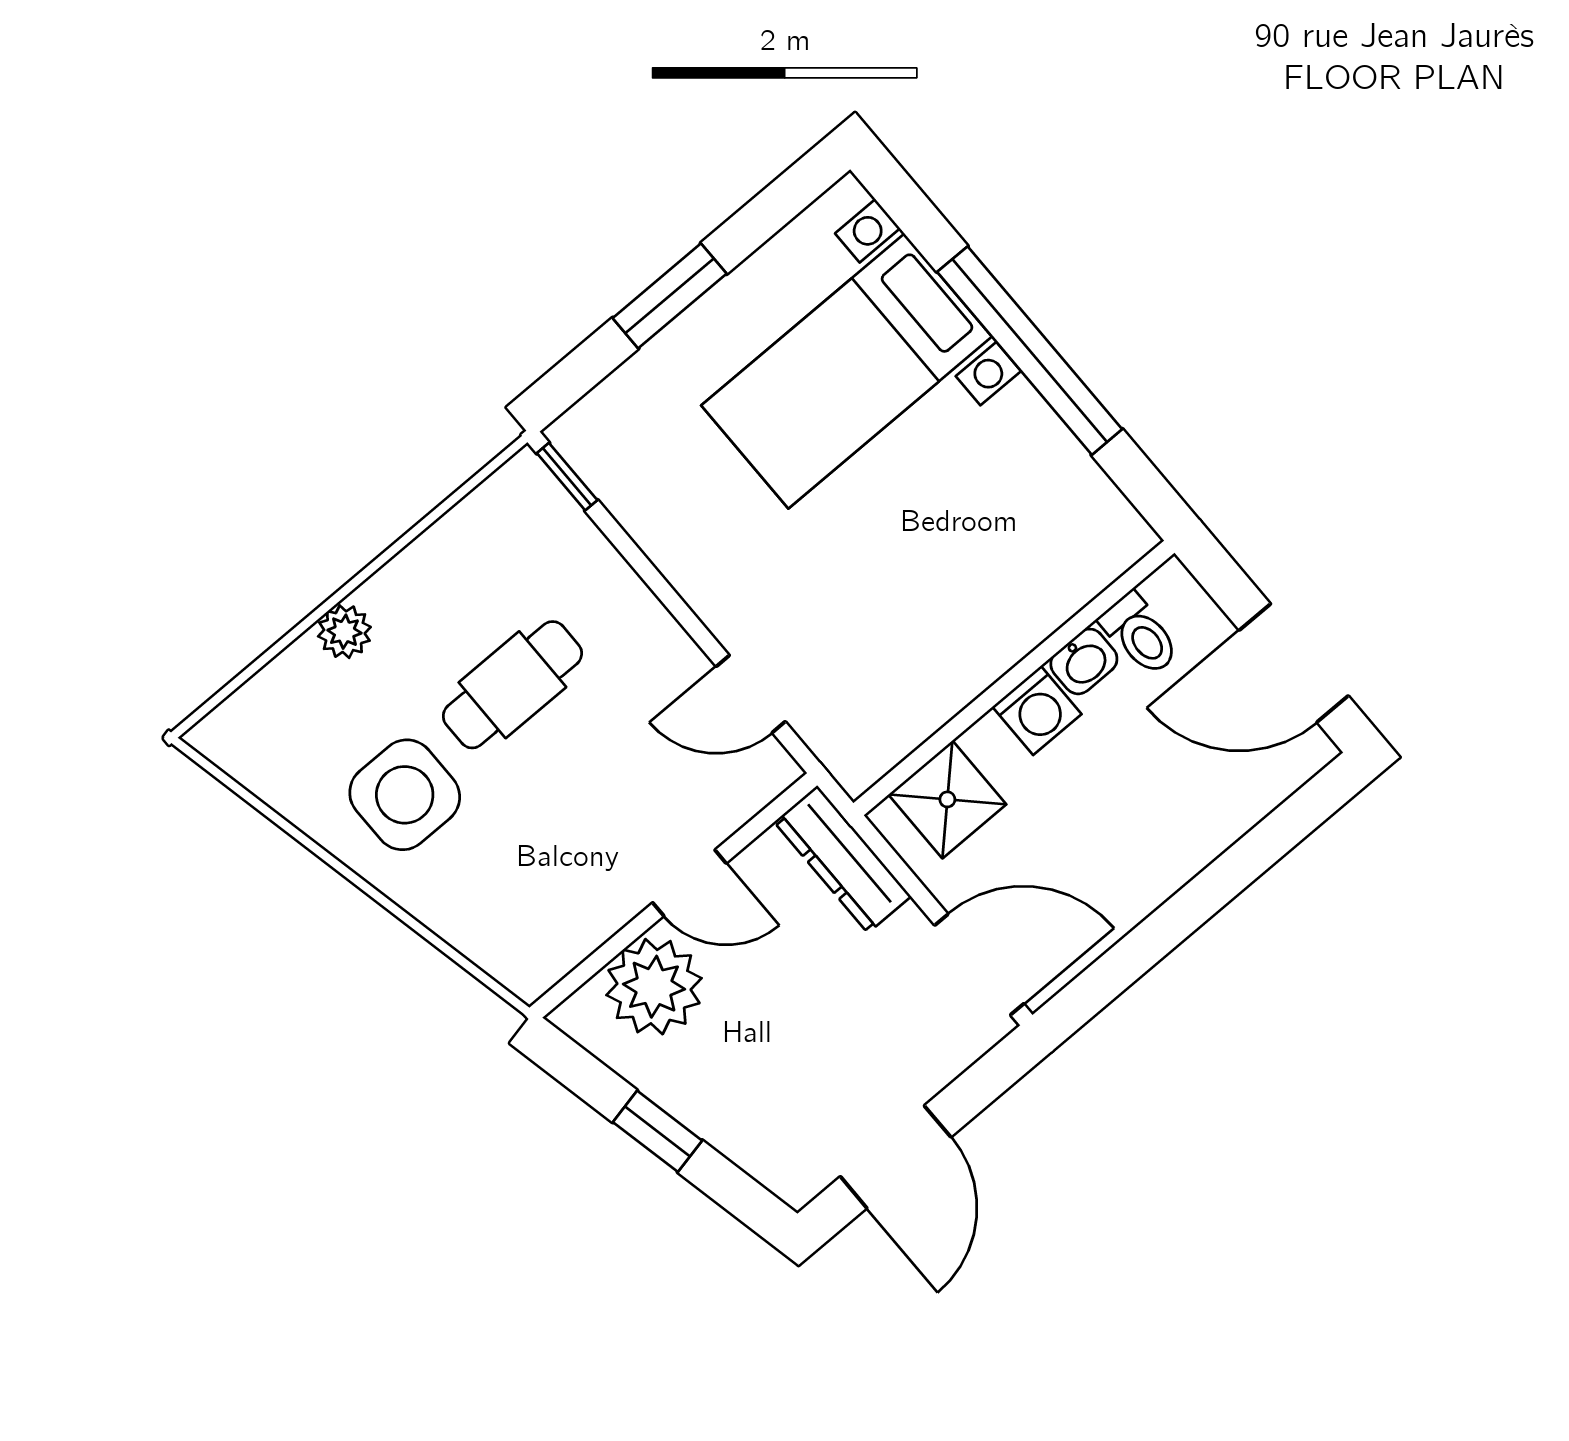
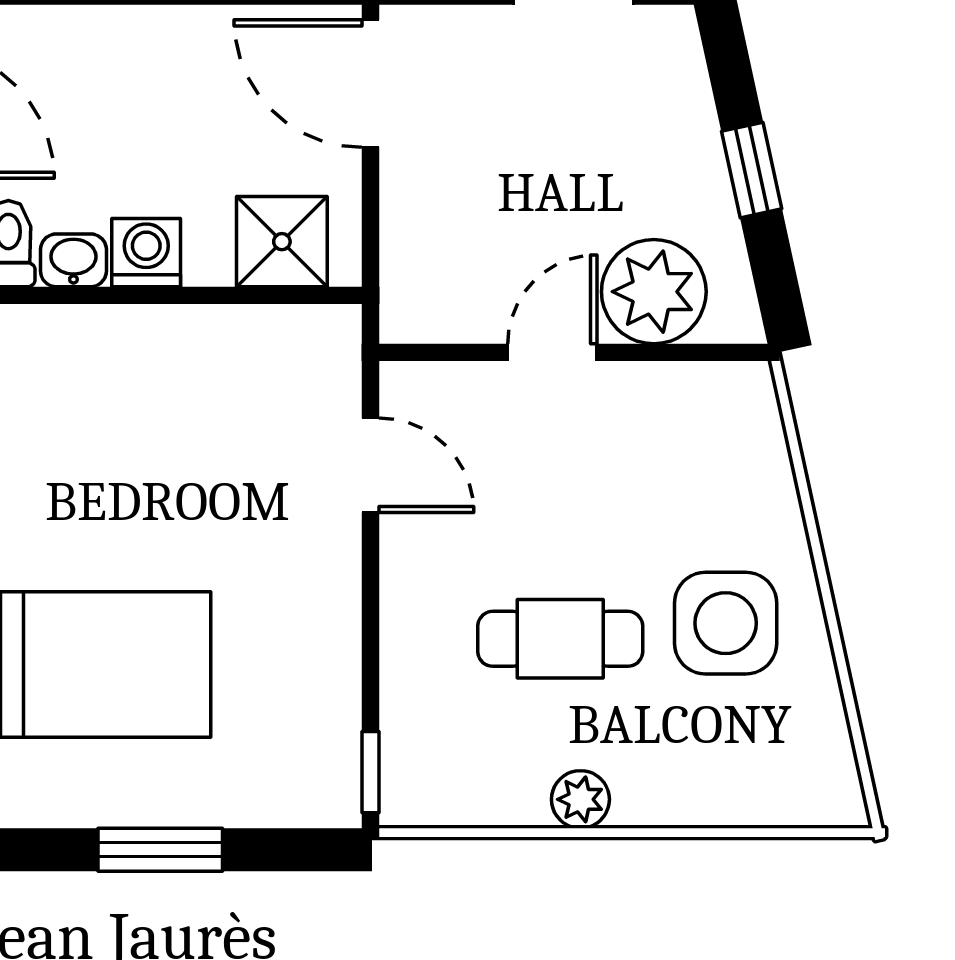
plant: (344, 632) -> (580, 799), moved
dresser: (843, 859) -> (410, 265), removed
door: (689, 883) -> (552, 352), hinge flipped

